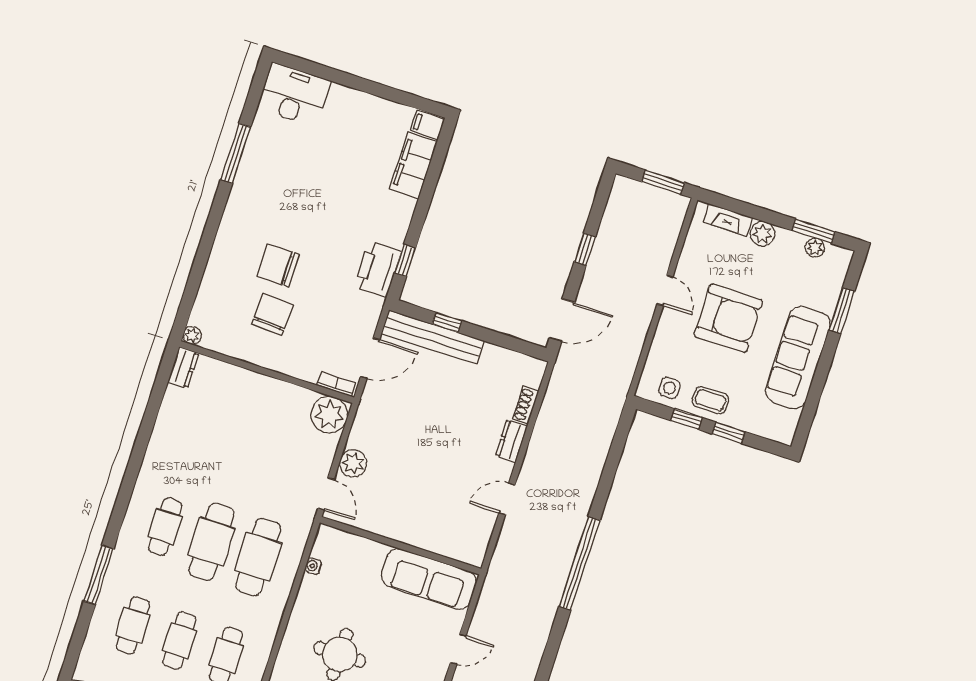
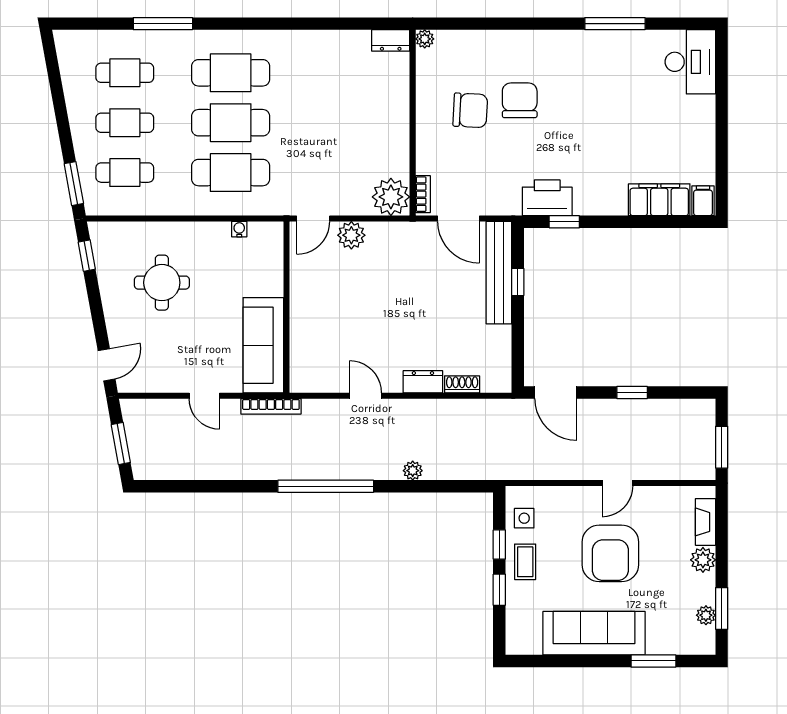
plant: (591, 477) -> (413, 471), added
cafe table: (165, 527) -> (231, 73), width x1.37, depth x1.35
bookcase: (488, 590) -> (271, 406), added

